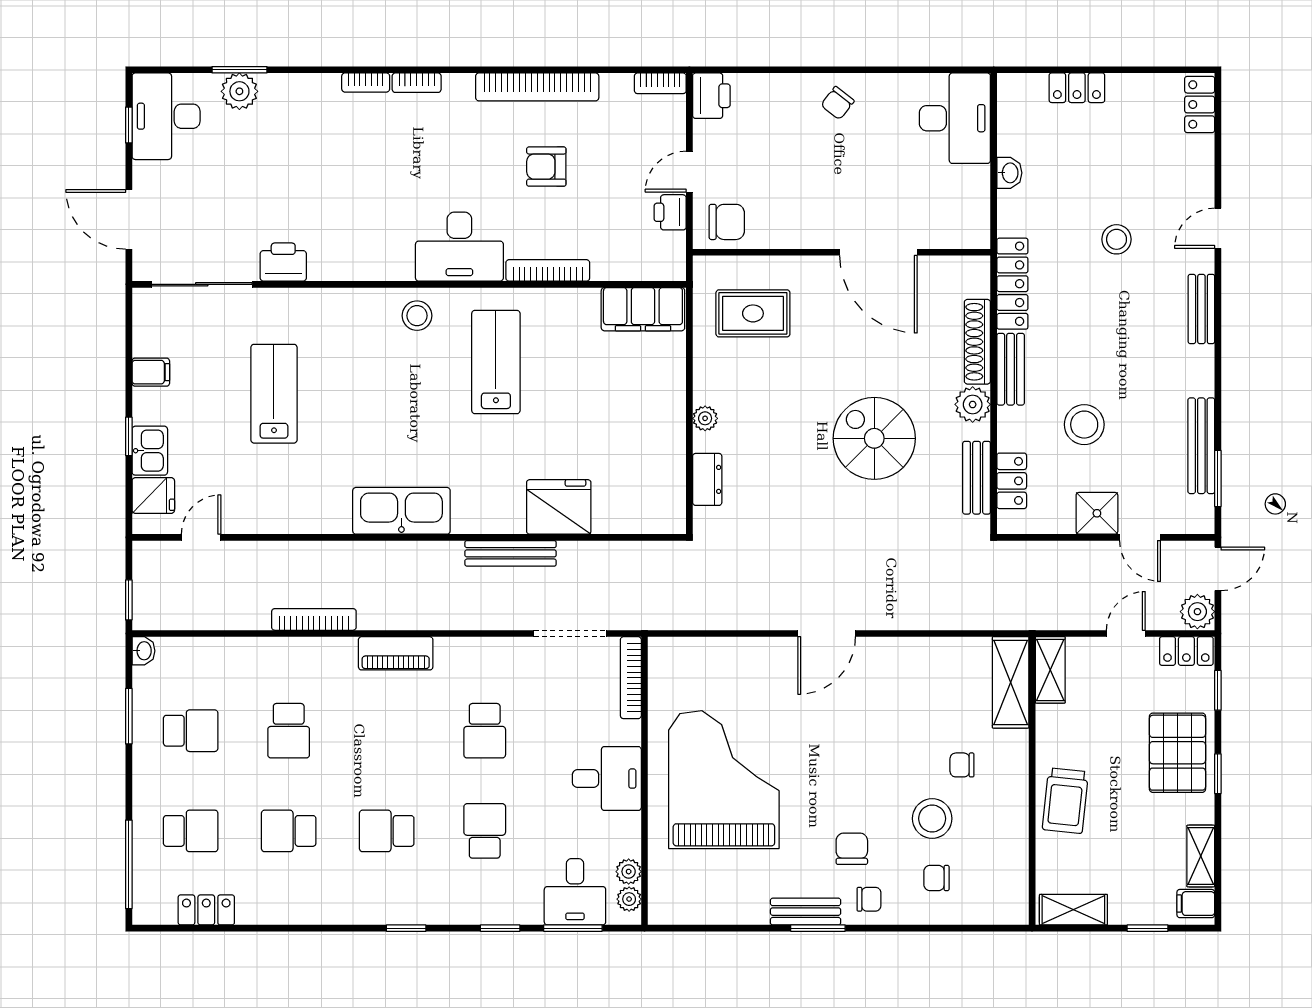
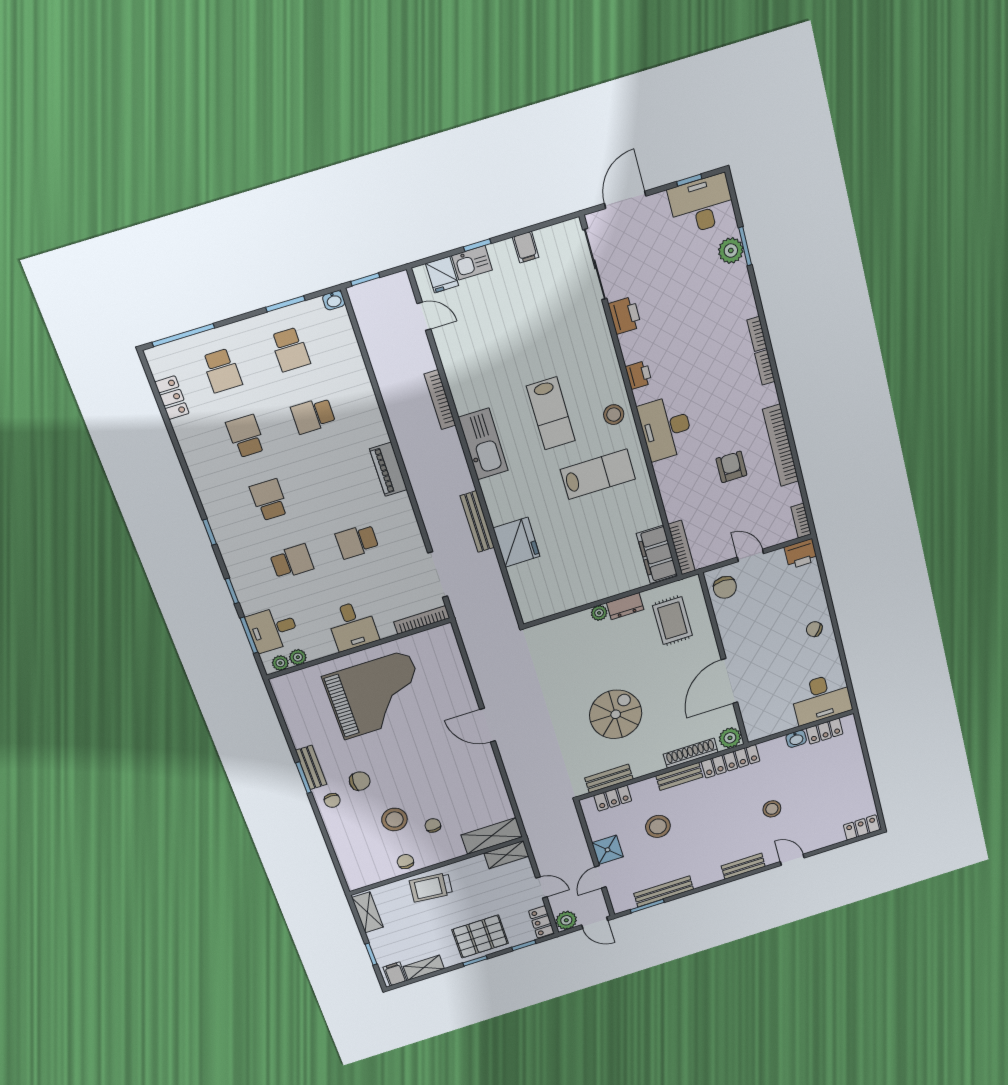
locker: (1077, 88) -> (825, 731), moved, turned -90
printer: (670, 212) -> (639, 375), moved, turned 90
bookcase: (548, 270) -> (682, 548), moved
lab bench: (274, 394) -> (551, 413), moved, turned 90
plant: (973, 404) -> (730, 738), moved
dresser: (707, 479) -> (625, 606), moved
bookcase: (314, 619) -> (440, 400), moved, turned 180
chair: (936, 878) -> (405, 862), moved

